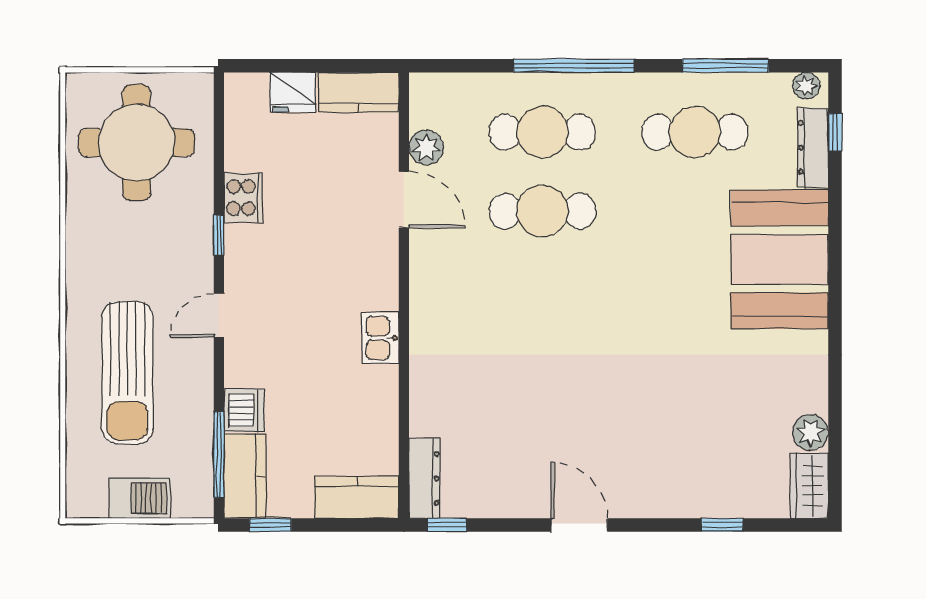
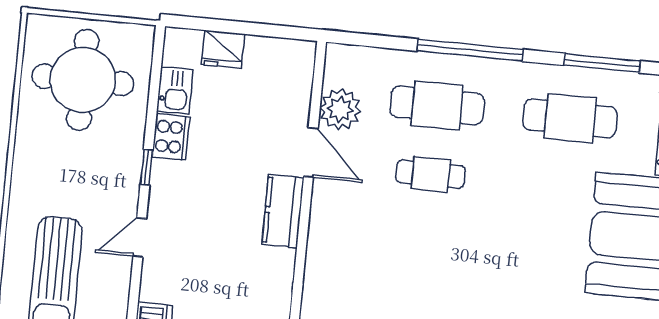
kitchen counter: (359, 92) -> (283, 211), moved, turned 90
plant: (426, 148) -> (340, 109), width x1.36, depth x1.36
cafe table: (542, 211) -> (430, 174), width x0.73, depth x0.74
kitchen sink: (380, 338) -> (175, 90), moved, turned 180

